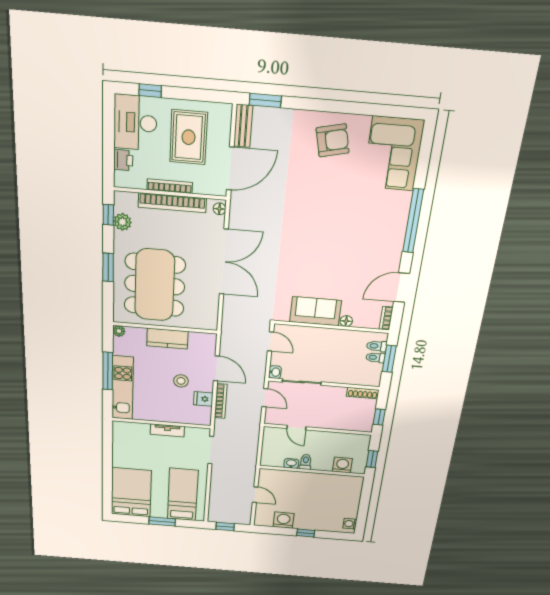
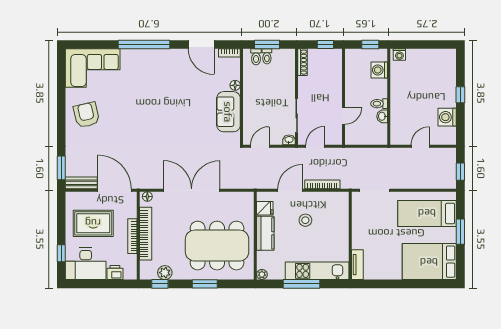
fridge: (203, 399) -> (265, 208), moved, turned -90
tv unit: (167, 430) -> (357, 265), moved
washing machine: (350, 524) -> (399, 54), moved

